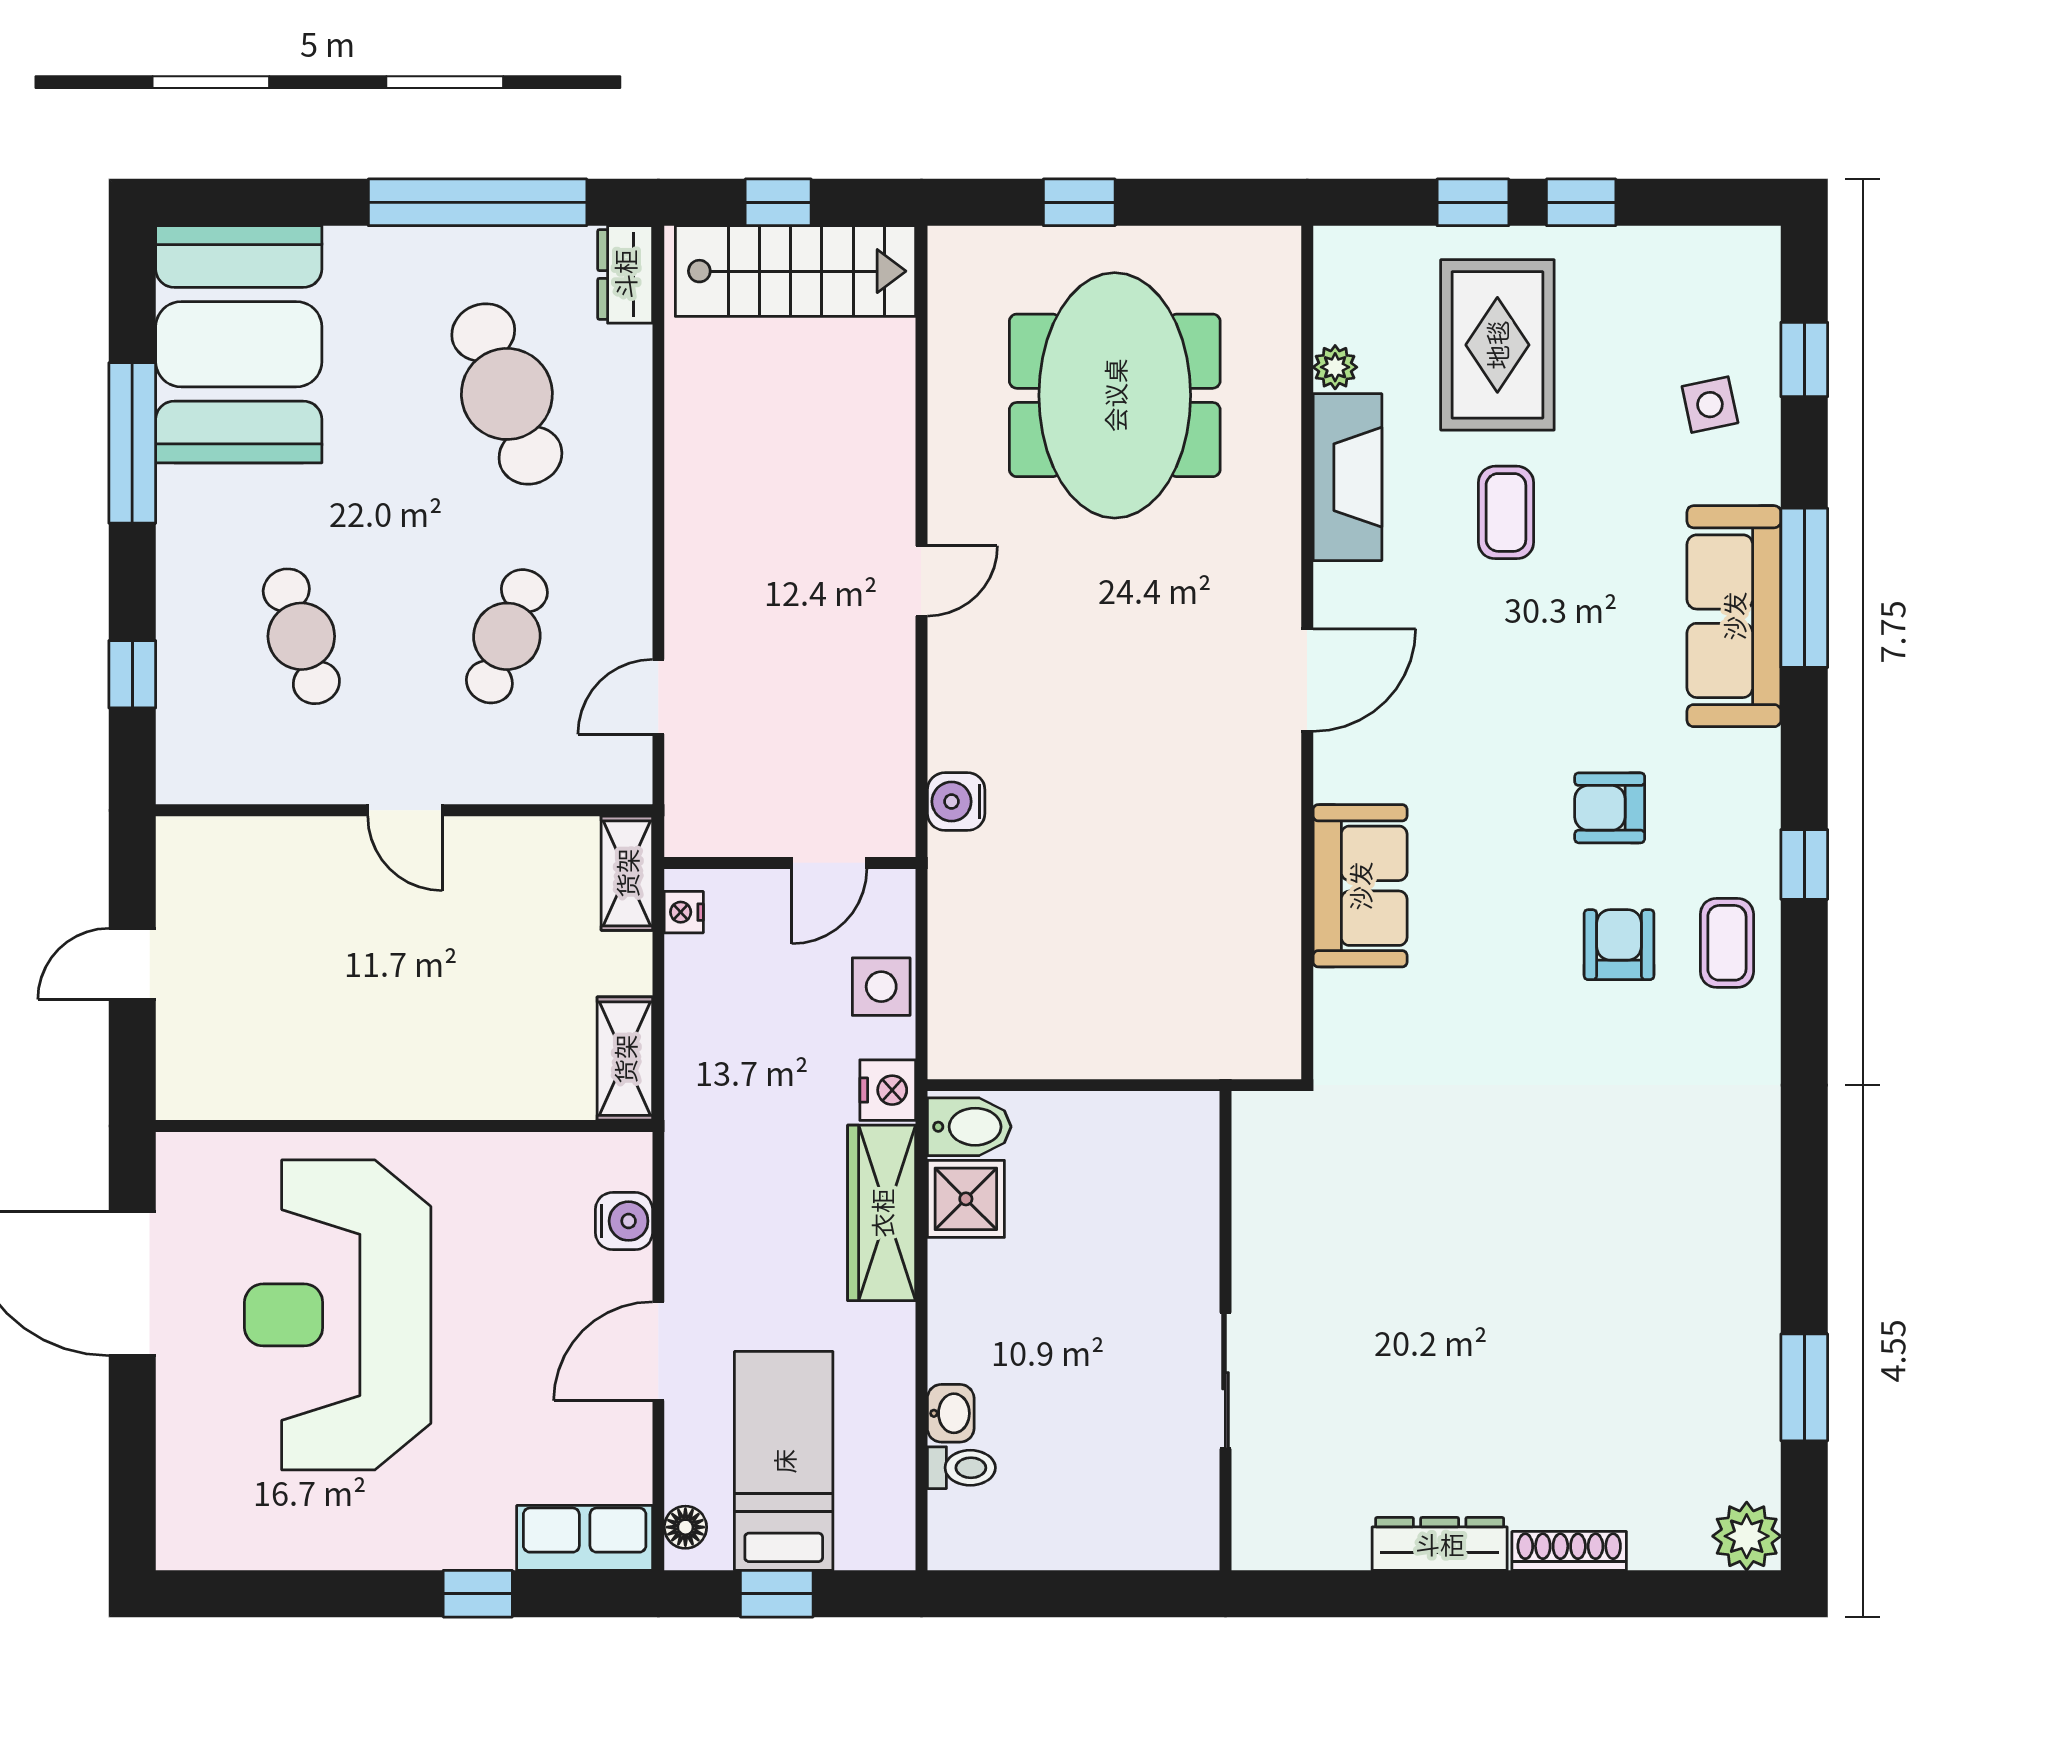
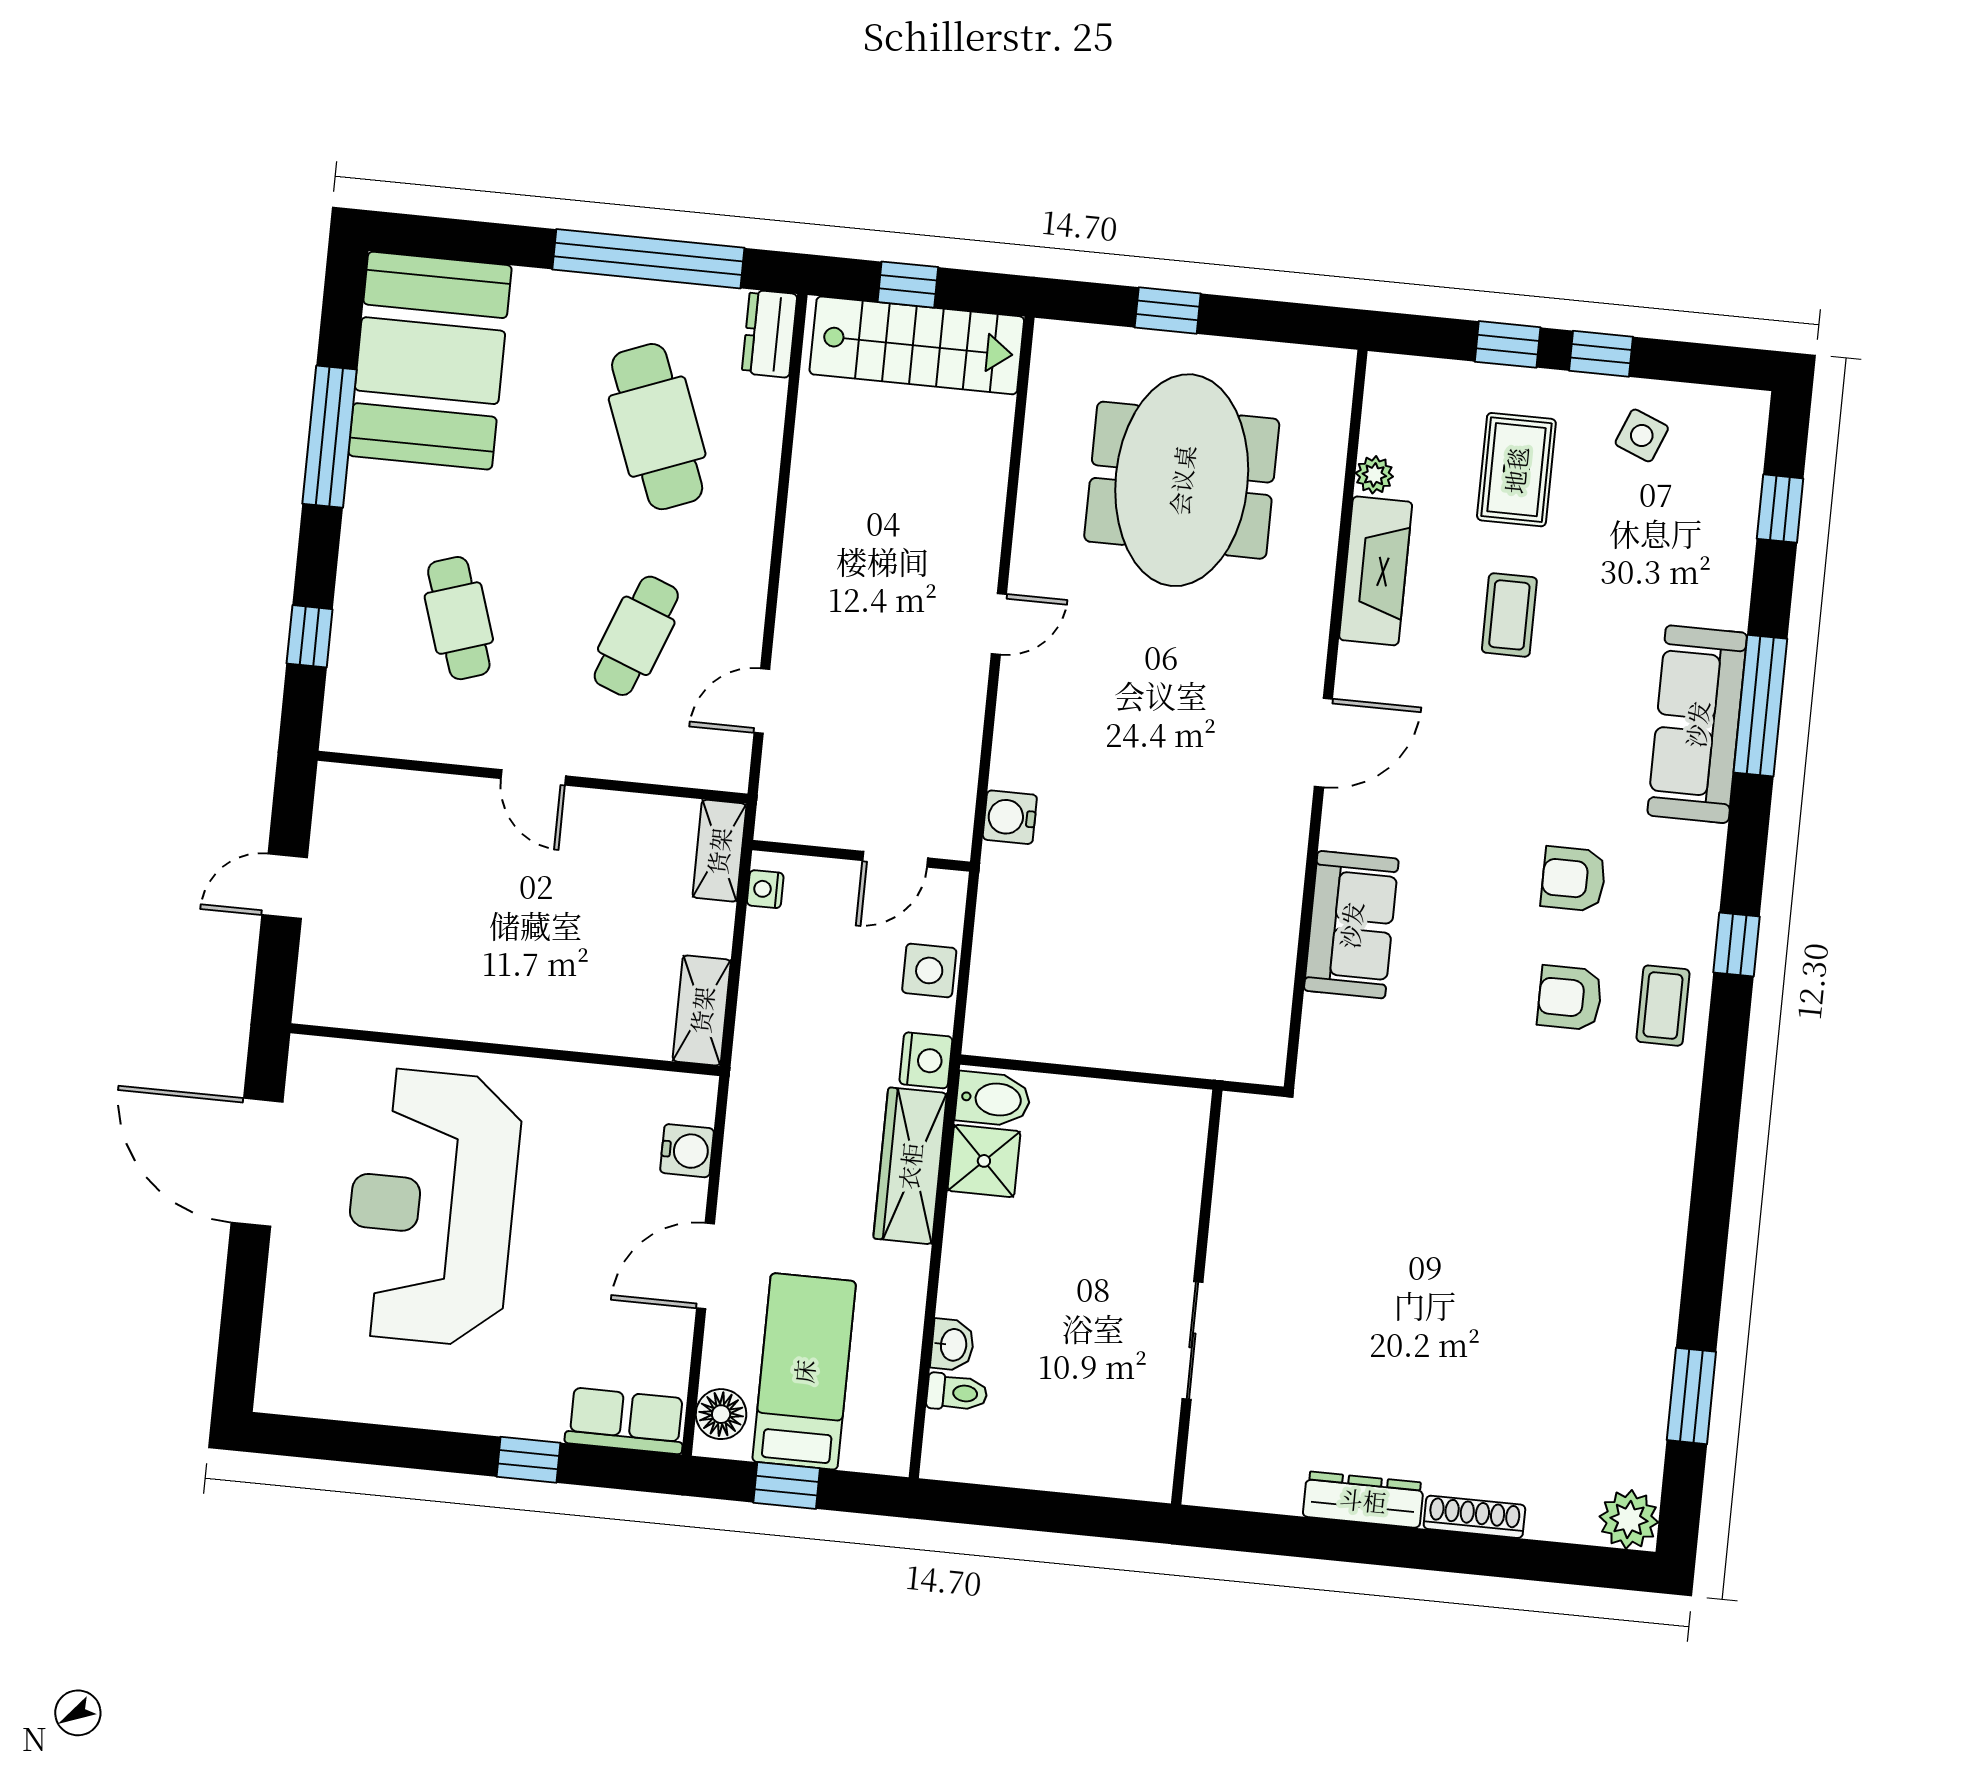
rug: (1497, 345) -> (1516, 470), width x0.73, depth x0.70
side table: (1710, 405) -> (1642, 435), moved, turned 34
armchair: (1619, 945) -> (1570, 998), turned -90
floor lamp: (685, 1527) -> (721, 1414), width x1.37, depth x1.37

